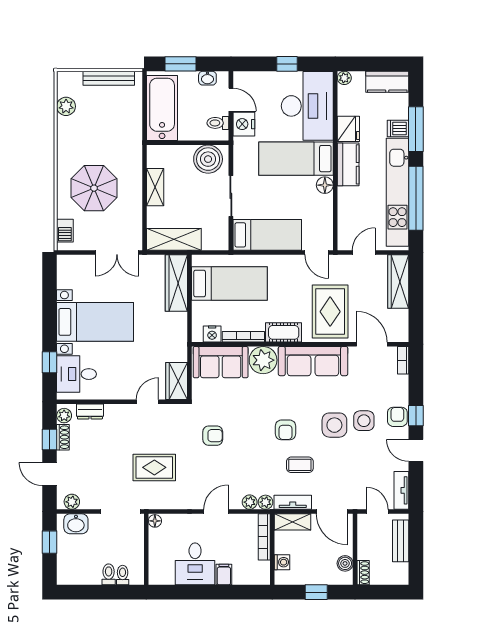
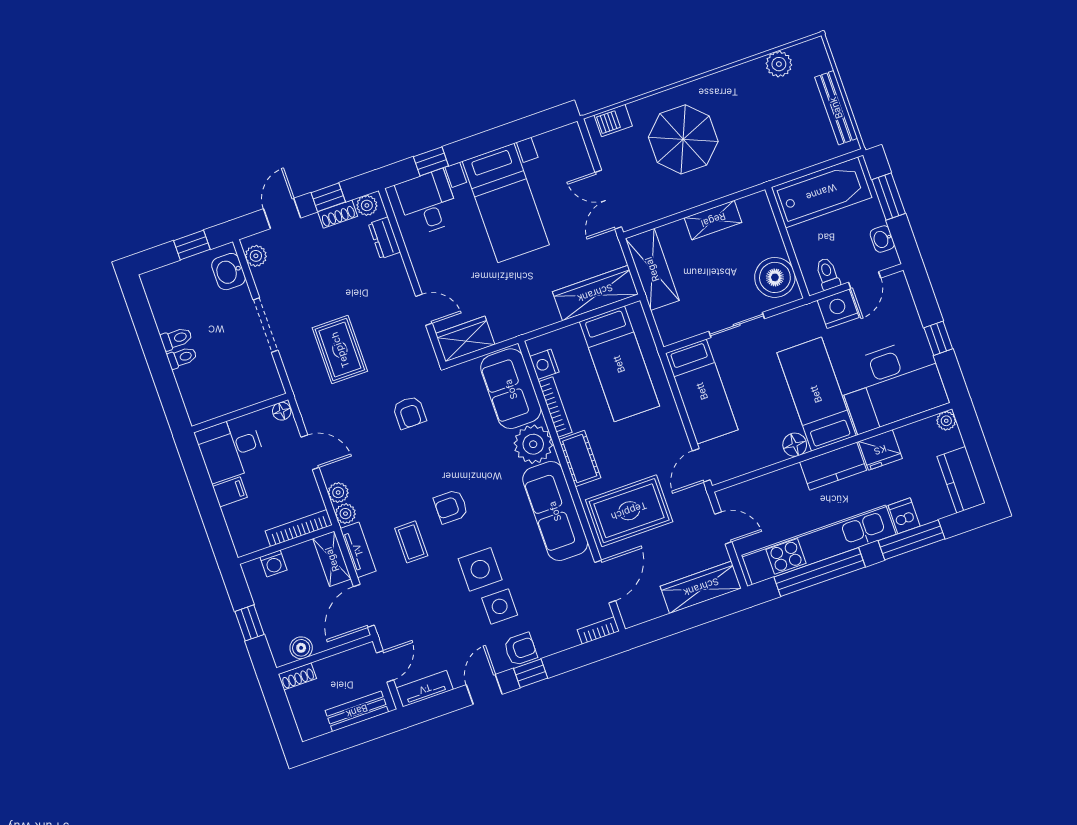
floor lamp: (155, 521) -> (282, 411), moved
wall: (146, 549) -> (240, 413), moved

